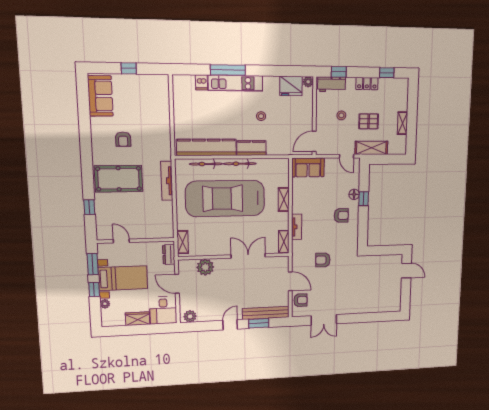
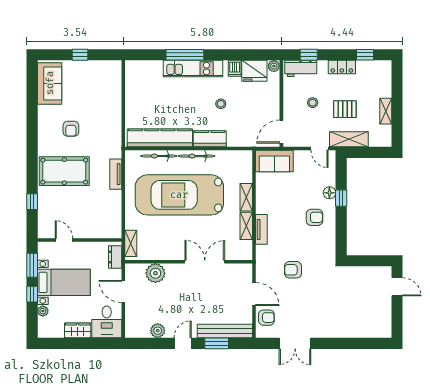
dishwasher: (201, 82) -> (235, 68), moved
tv unit: (167, 181) -> (116, 174), width x0.71
shelving: (284, 242) -> (246, 226), moved
plant: (190, 316) -> (158, 331), moved

